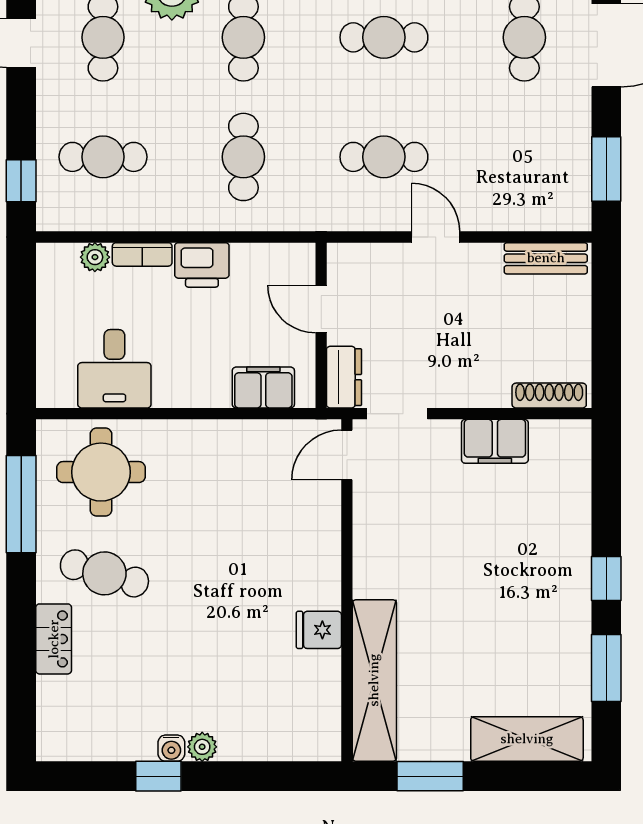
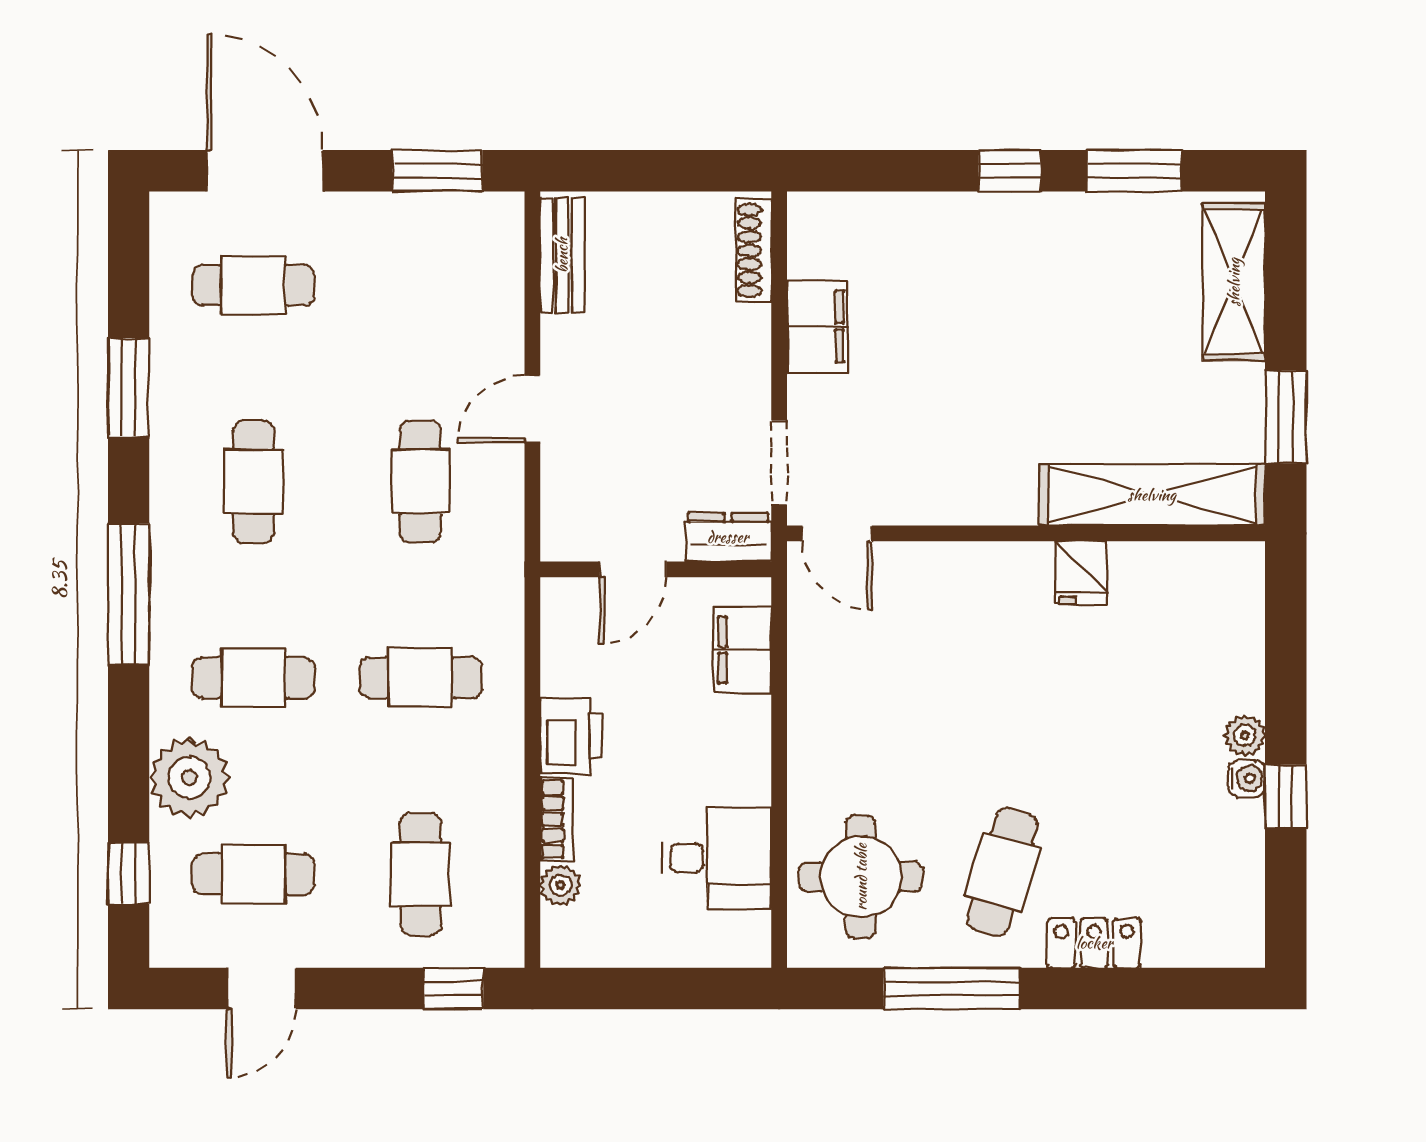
window: (21, 504) -> (952, 988), moved

